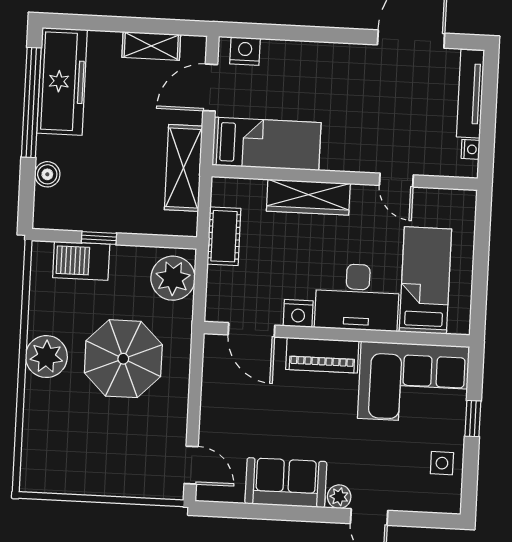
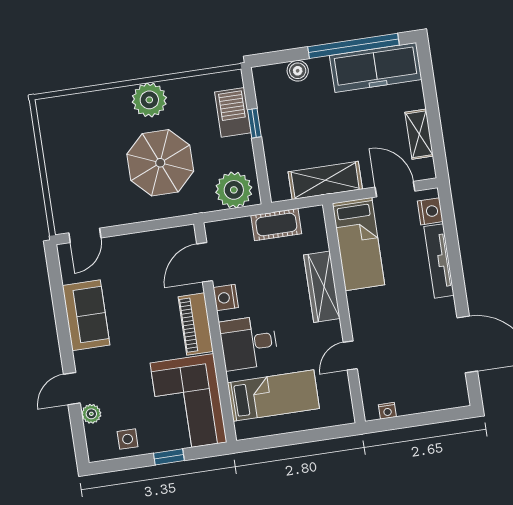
tv unit: (470, 94) -> (439, 261), moved, turned -90
desk: (357, 297) -> (249, 343), width x0.73
plant: (339, 497) -> (91, 414), moved

